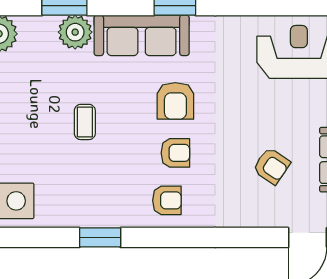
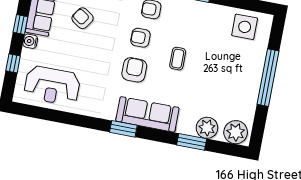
plant: (75, 32) -> (207, 128), moved
coffee table: (85, 122) -> (178, 59), moved

